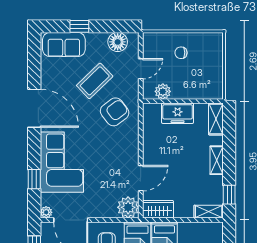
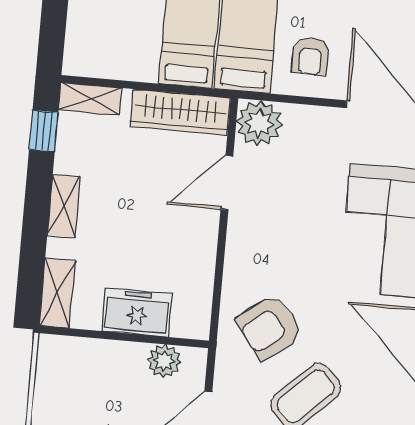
wardrobe: (158, 209) -> (180, 112), width x1.50

